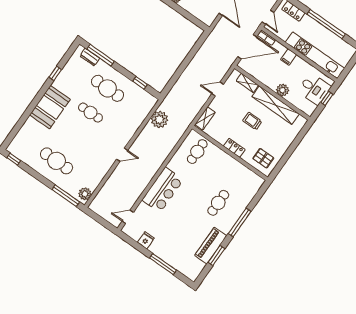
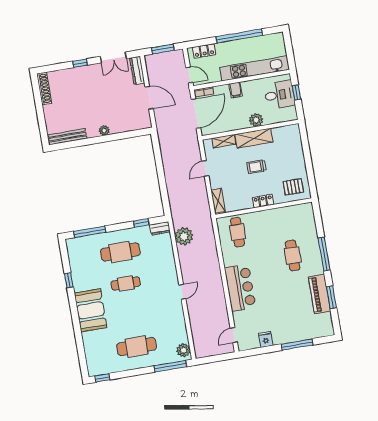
dresser: (90, 57) -> (160, 228), moved
shelving: (276, 105) -> (254, 138), width x0.68

